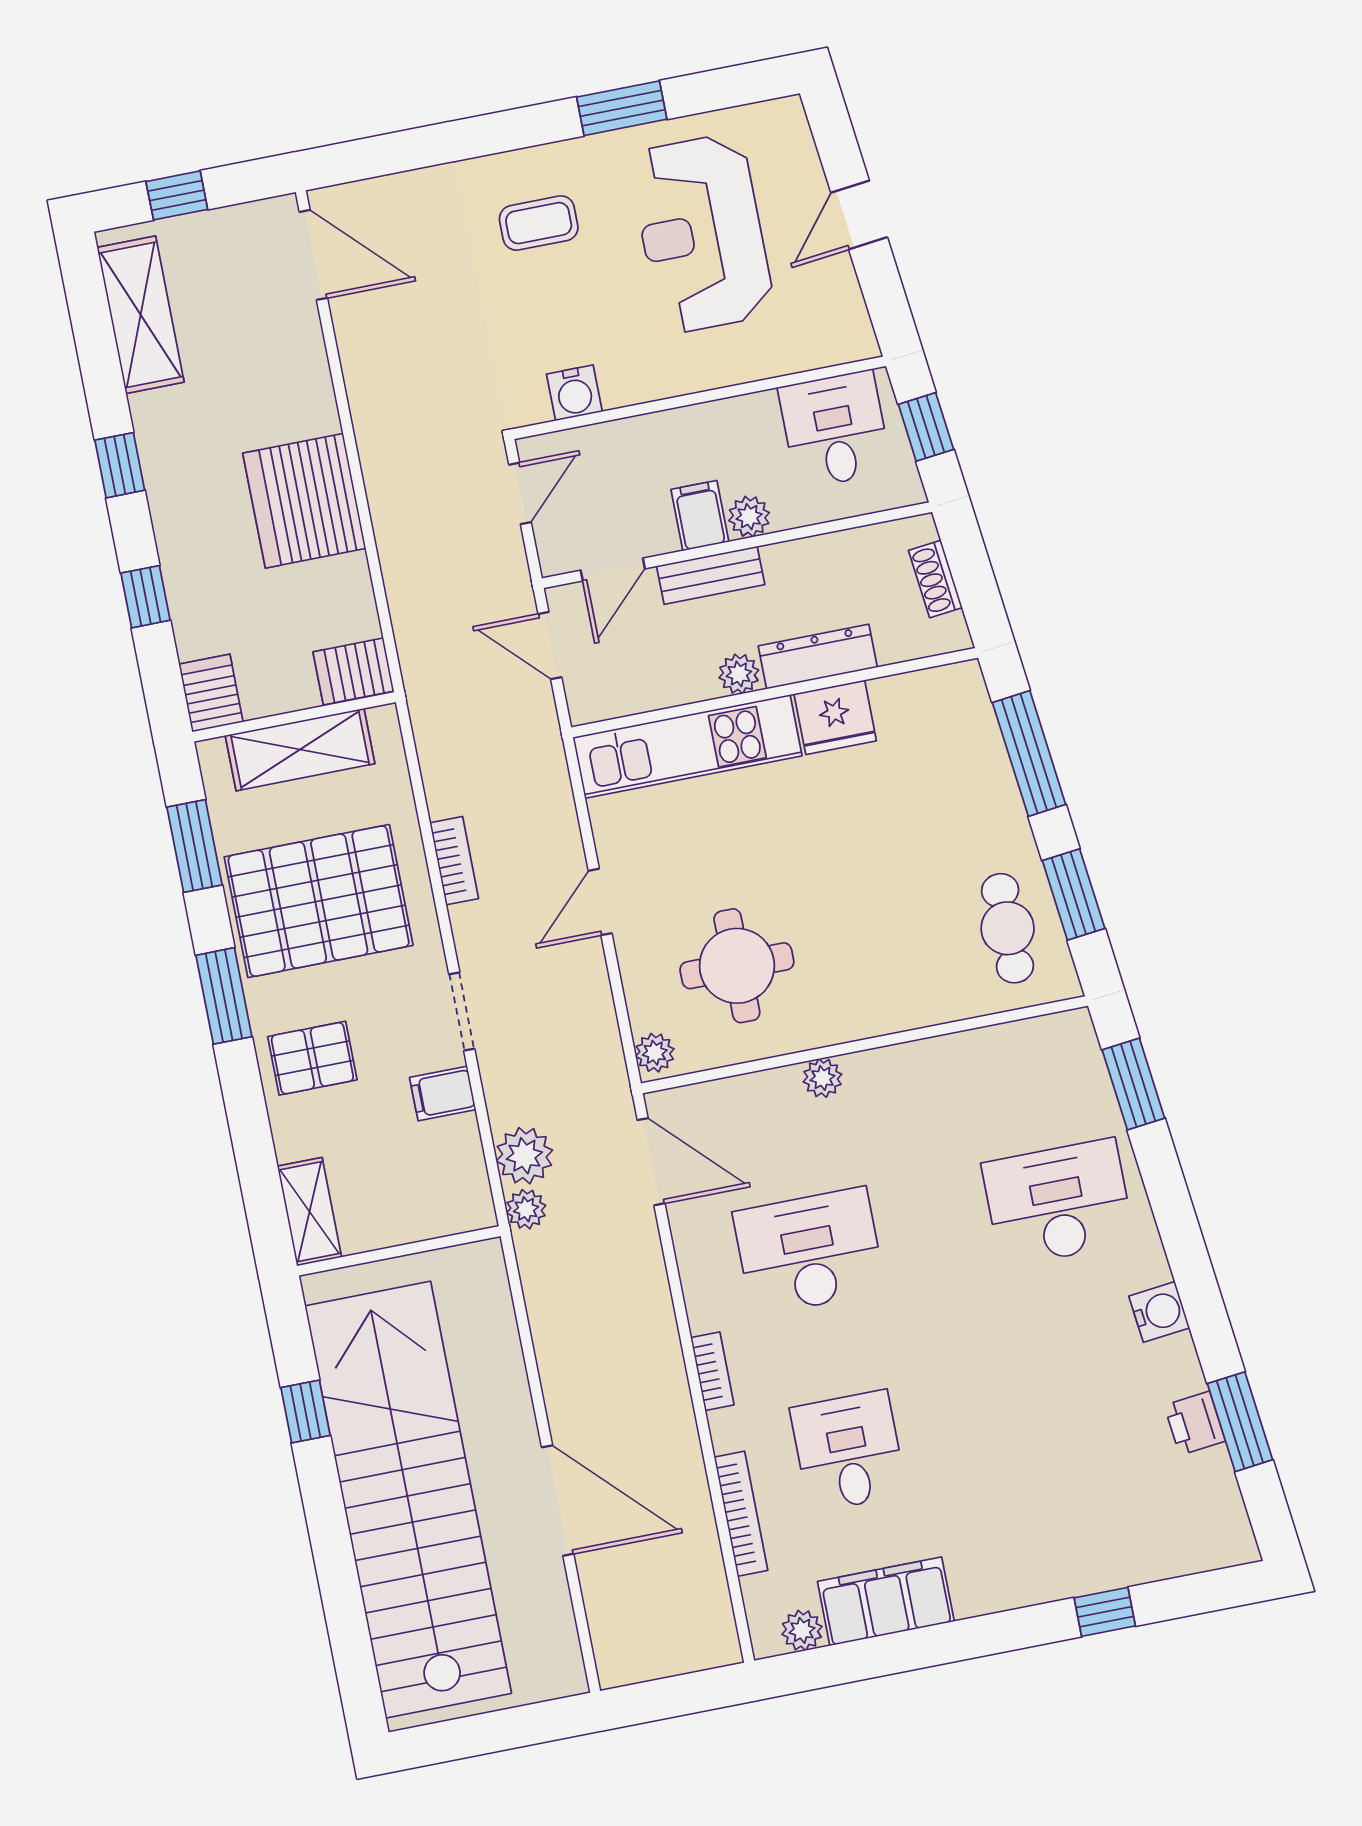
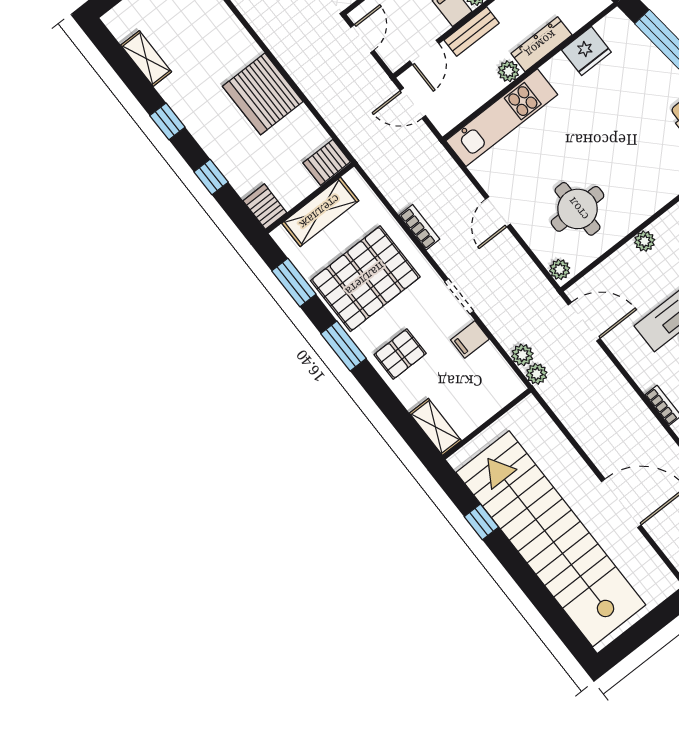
shelving: (141, 315) -> (146, 58), width x0.67, depth x0.75
fridge: (835, 717) -> (586, 51), moved
plant: (524, 1156) -> (522, 355), width x0.73, depth x0.73

